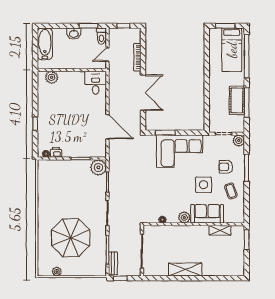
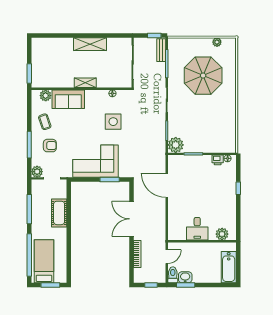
washbasin: (74, 34) -> (185, 277), moved
desk: (96, 83) -> (197, 229), moved
cot: (237, 100) -> (59, 213), moved
side table: (204, 185) -> (113, 122), moved
plant: (184, 217) -> (46, 96), moved
shelving: (220, 230) -> (85, 83), moved

